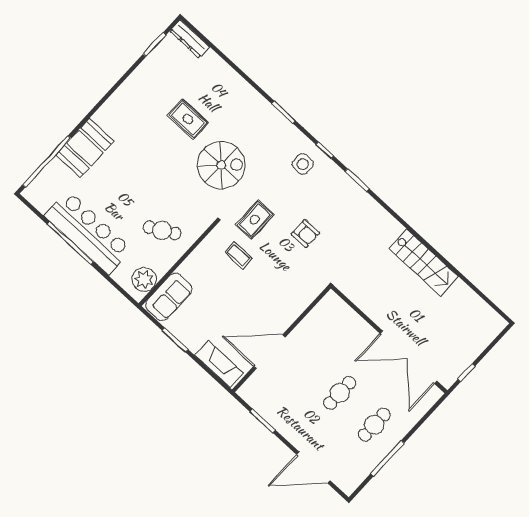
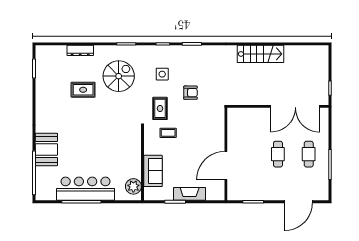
dresser: (190, 39) -> (80, 50), moved
side table: (303, 164) -> (162, 74), moved
spiral stairs: (221, 165) -> (119, 76), moved
cafe table: (162, 230) -> (120, 155), removed
sofa: (169, 297) -> (153, 171), moved
fireplace: (219, 364) -> (190, 194), moved

